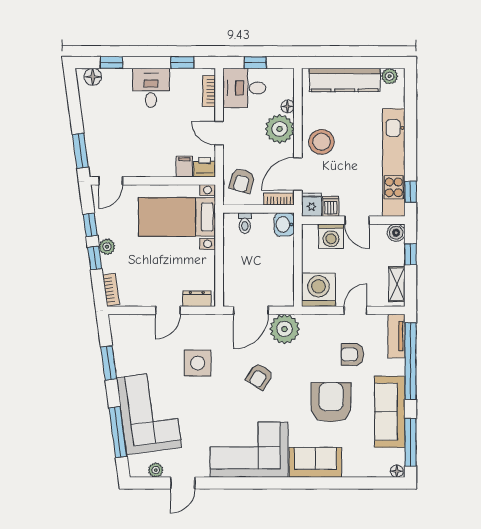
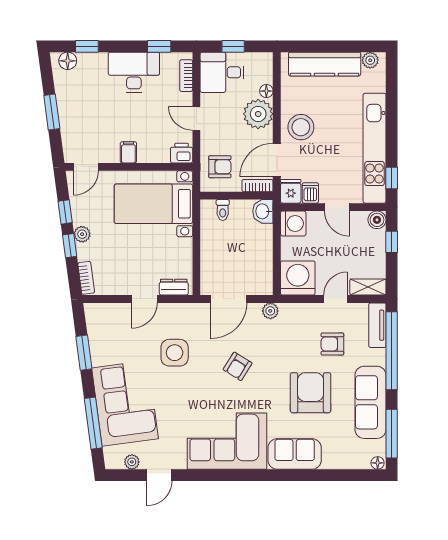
desk: (151, 88) -> (134, 72), width x1.37
window: (80, 151) -> (52, 112), moved
filing cabinet: (184, 167) -> (128, 152), moved
armchair: (242, 181) -> (220, 167), turned -106
washing machine: (331, 236) -> (293, 223), moved, turned -90
shelving: (397, 284) -> (368, 287), moved, turned 90
plant: (285, 329) -> (270, 311), width x0.53, depth x0.53

